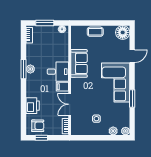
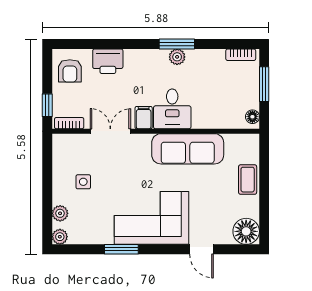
sofa: (79, 63) -> (188, 149), width x1.36
window: (41, 138) -> (47, 105), moved

